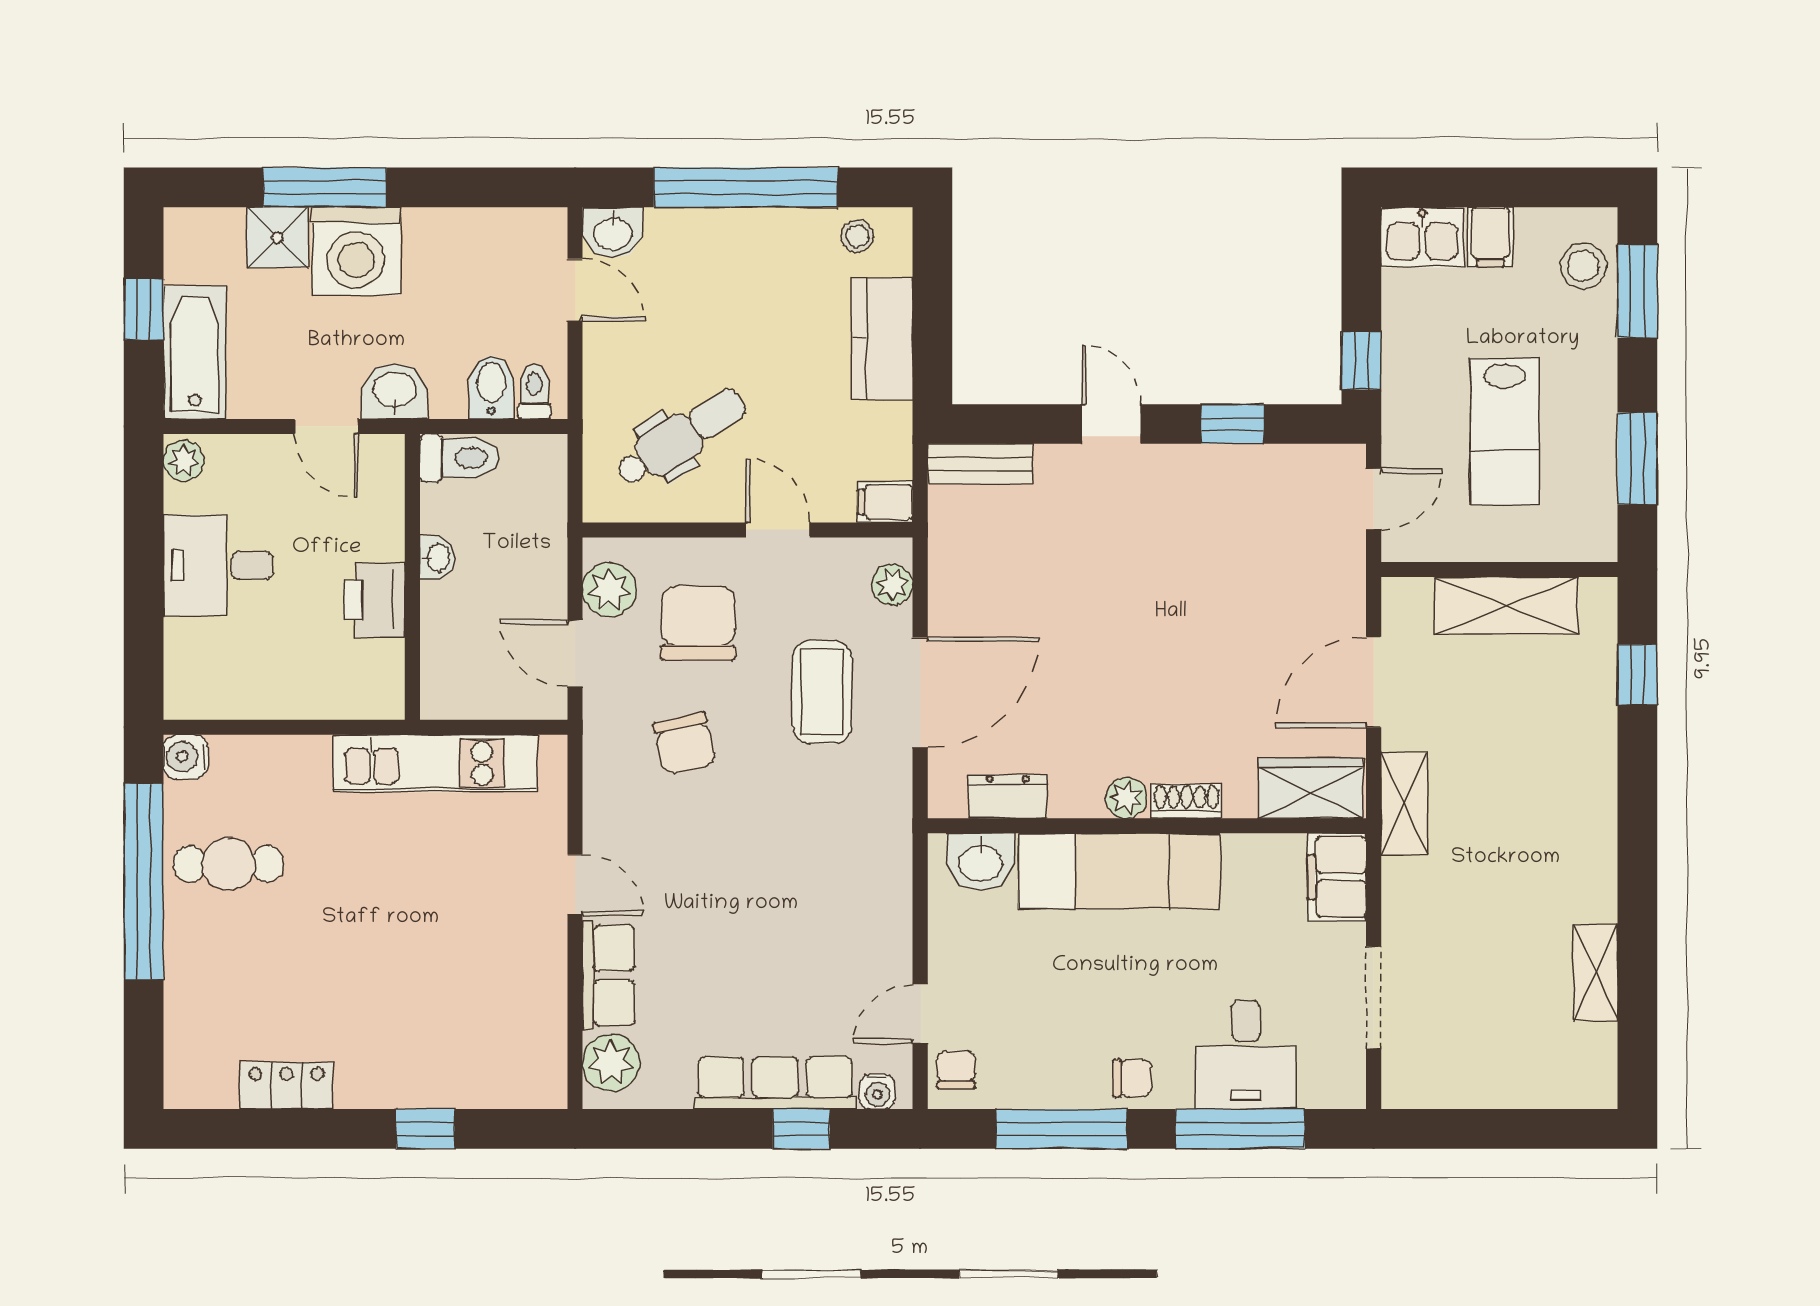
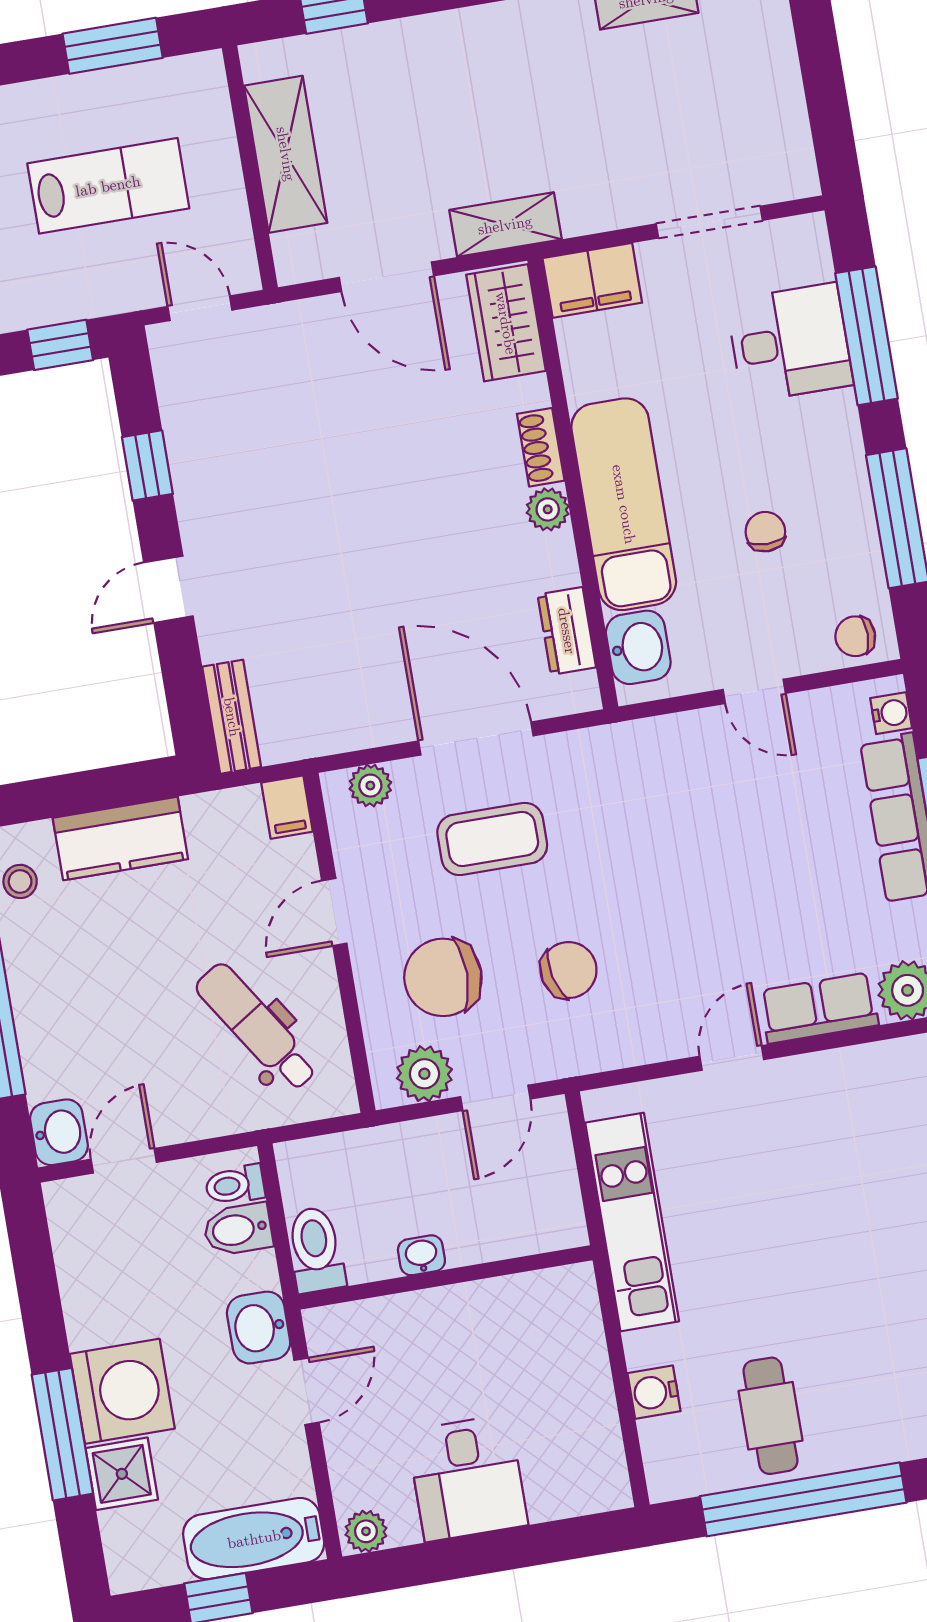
printer: (374, 600) -> (476, 1312), removed
water cooler: (186, 757) -> (654, 1392), moved, turned 90
door: (920, 1014) -> (754, 691), moved
chair: (1132, 1078) -> (765, 532), moved

